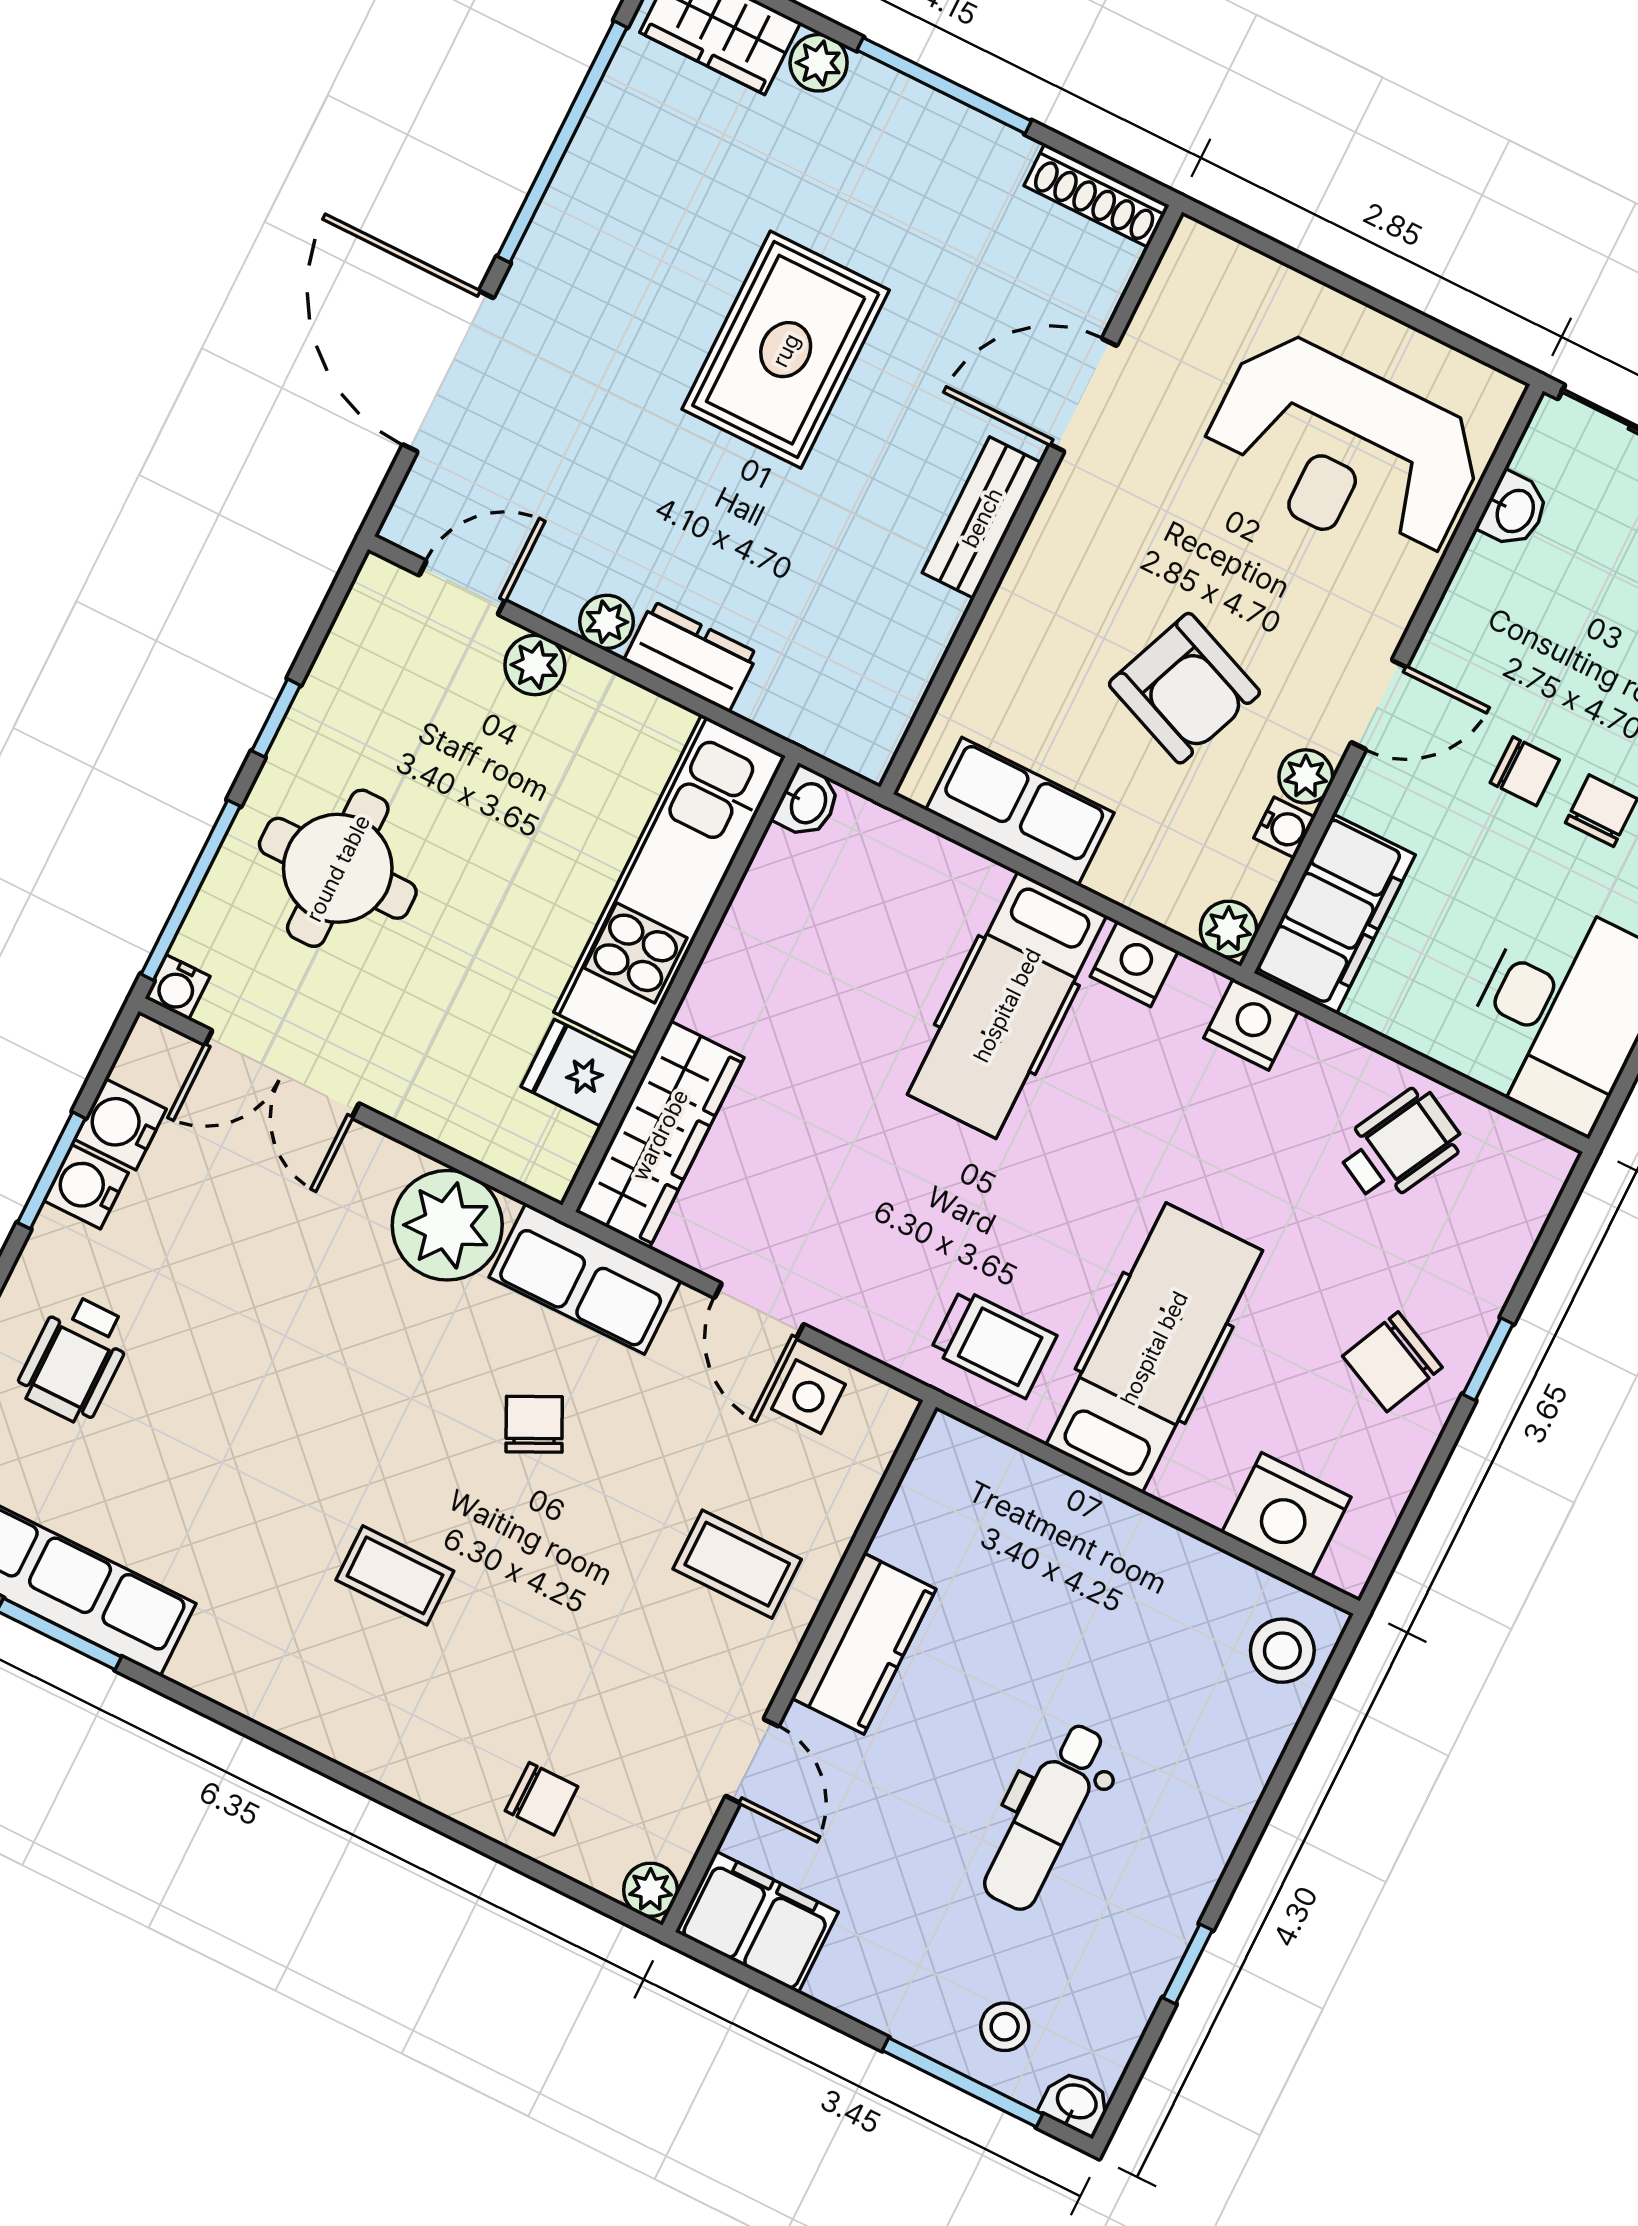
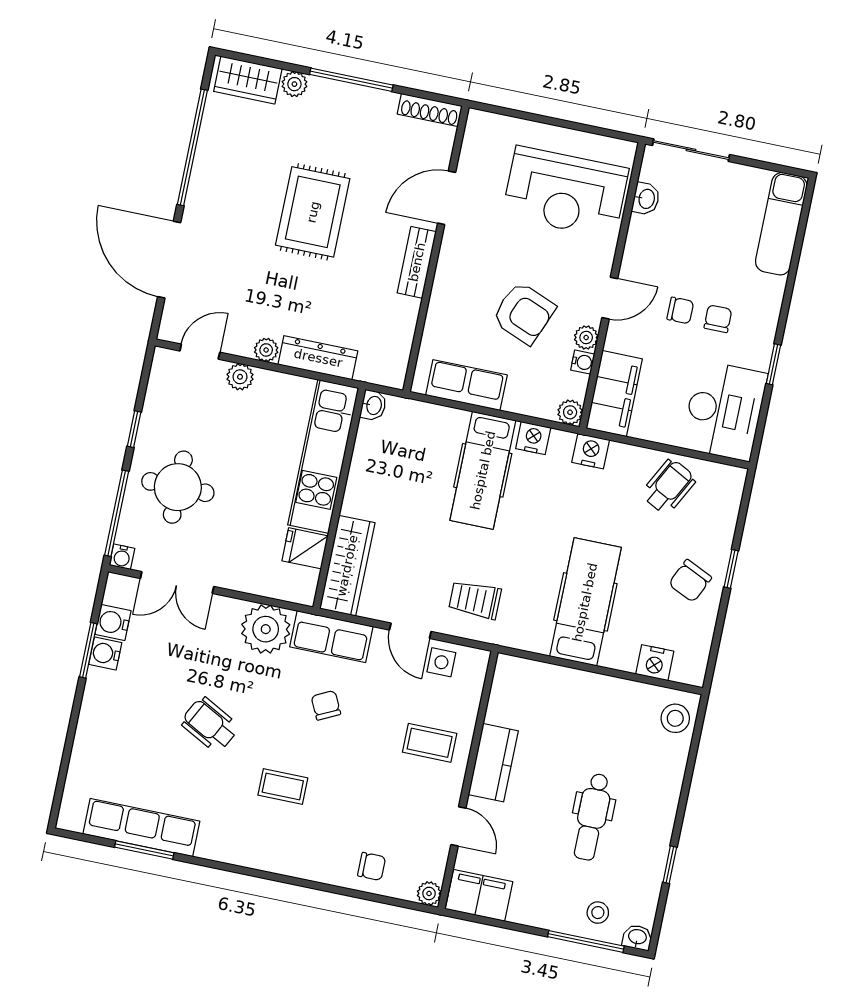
dresser: (691, 657) -> (318, 358), width x1.44
trolley: (993, 1343) -> (475, 600), moved, turned 180
wheelchair: (75, 1359) -> (210, 725), moved, turned 118
nightstand: (1286, 1515) -> (655, 663), width x0.74, depth x0.75

